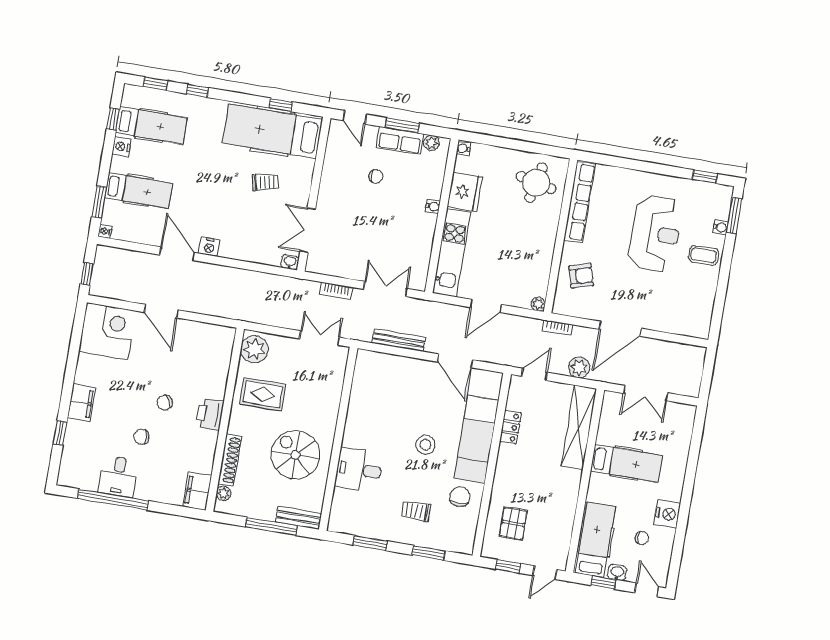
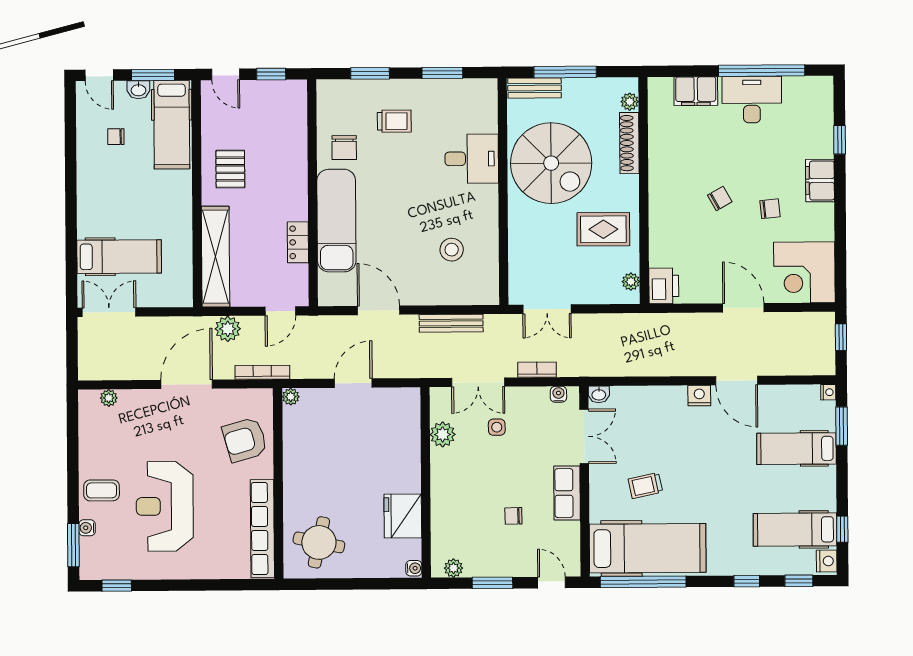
window: (281, 105) -> (643, 582), width x3.17
row of seats: (400, 141) -> (567, 493), moved, turned -90
nightstand: (122, 147) -> (827, 561), moved
water cooler: (433, 206) -> (558, 394), moved, turned 90
side table: (377, 250) -> (497, 427), added
plant: (421, 252) -> (443, 434), added
kitchen unit: (451, 253) -> (406, 440), removed
armchair: (581, 276) -> (245, 440), width x1.38, depth x1.38
bookcase: (558, 328) -> (262, 372), width x1.56
plant: (685, 329) -> (109, 398), added
plant: (254, 349) -> (631, 282), width x0.53, depth x0.53
double door: (646, 393) -> (109, 312), moved
printer: (210, 414) -> (664, 286), moved
chair: (142, 437) -> (770, 209), moved
stool: (426, 445) -> (452, 250), moved
spiral stairs: (295, 455) -> (551, 163), width x1.37, depth x1.37
hospital bed: (627, 463) -> (119, 257), moved, turned 180
desk: (118, 476) -> (752, 100), width x1.37
filing cabinet: (197, 491) -> (696, 91), moved, turned 90
nightstand: (667, 514) -> (91, 171), removed
pallet: (513, 523) -> (230, 169), moved
door: (545, 573) -> (226, 74), swing flipped
window: (603, 582) -> (153, 75), width x1.50

